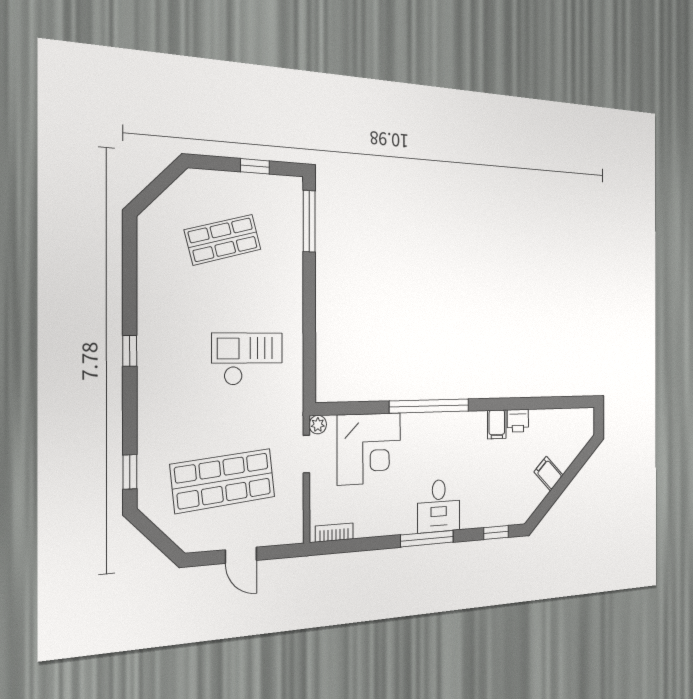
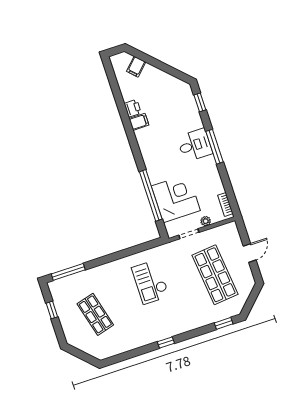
window: (429, 406) -> (151, 195), moved
plant: (318, 425) -> (206, 221), moved
filing cabinet: (548, 474) -> (136, 67), moved

